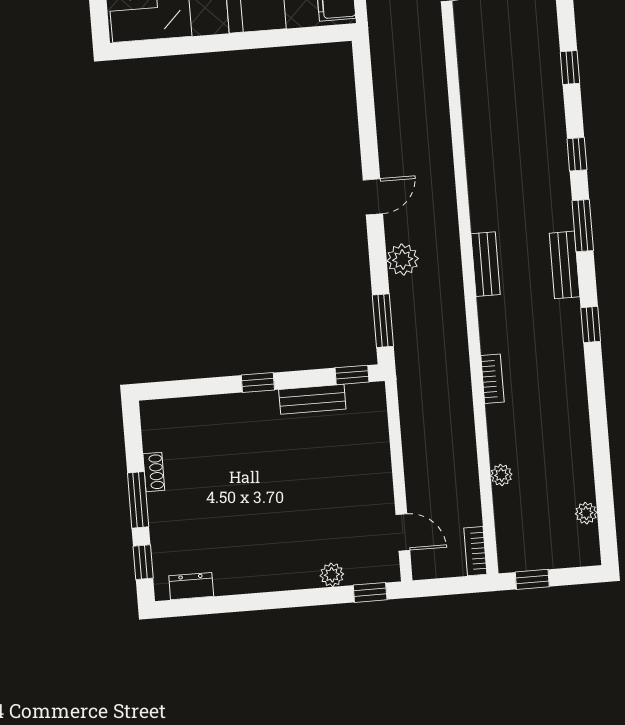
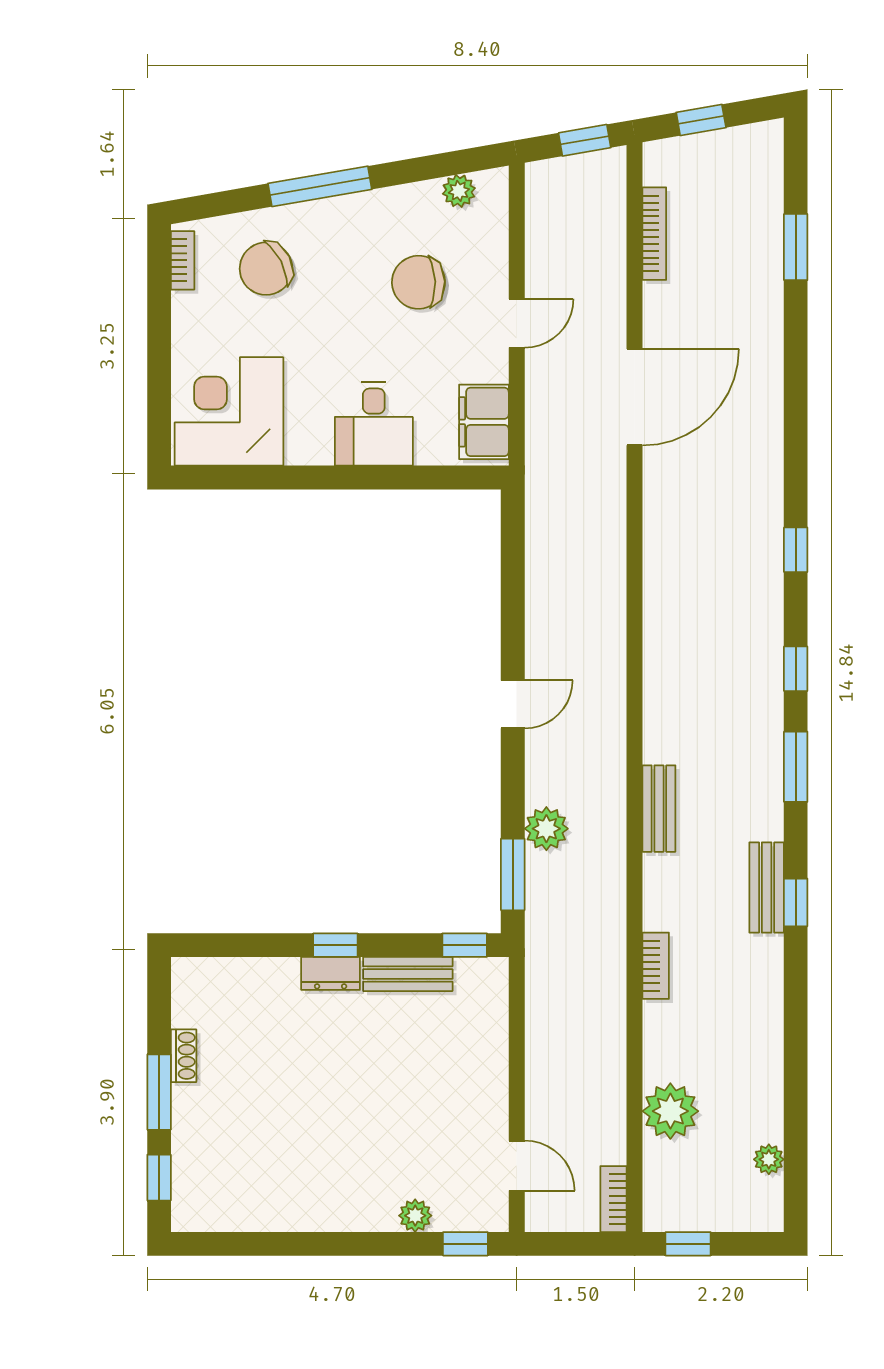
plant: (403, 260) -> (546, 829), moved
bench: (565, 265) -> (767, 888), moved
plant: (501, 475) -> (670, 1111), width x1.88, depth x1.88
dresser: (191, 586) -> (331, 973), moved, turned 180

